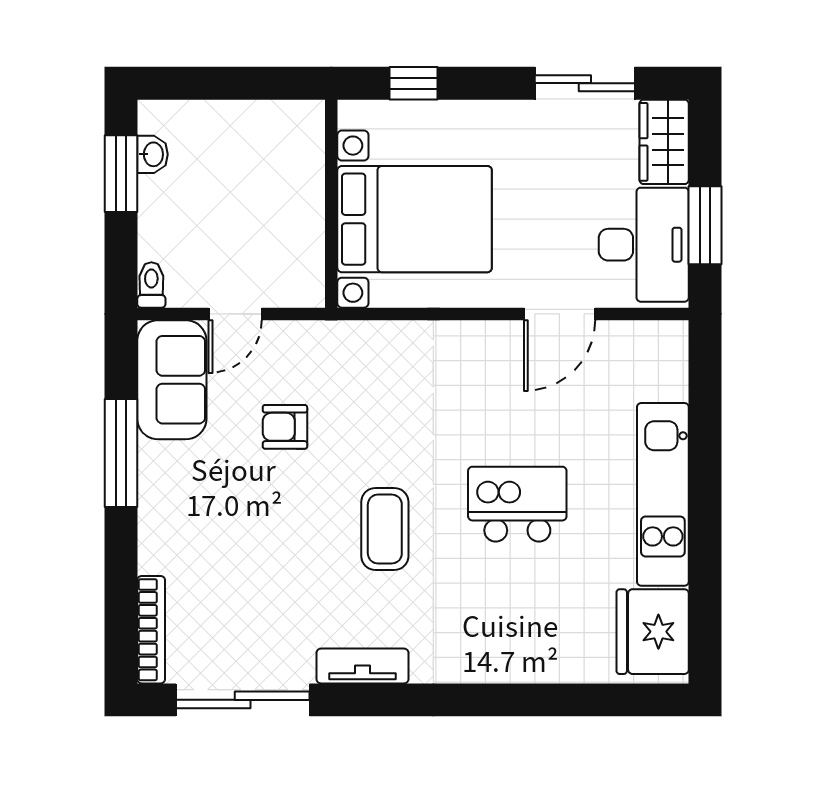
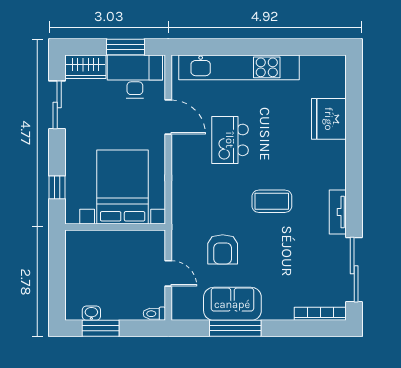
sofa: (172, 380) -> (232, 304), moved
armchair: (285, 427) -> (223, 249), width x1.38, depth x1.38
kitchen unit: (663, 494) -> (239, 67), width x1.36
kitchen island: (517, 504) -> (230, 140), moved
fridge: (653, 632) -> (329, 119), moved, turned 90

